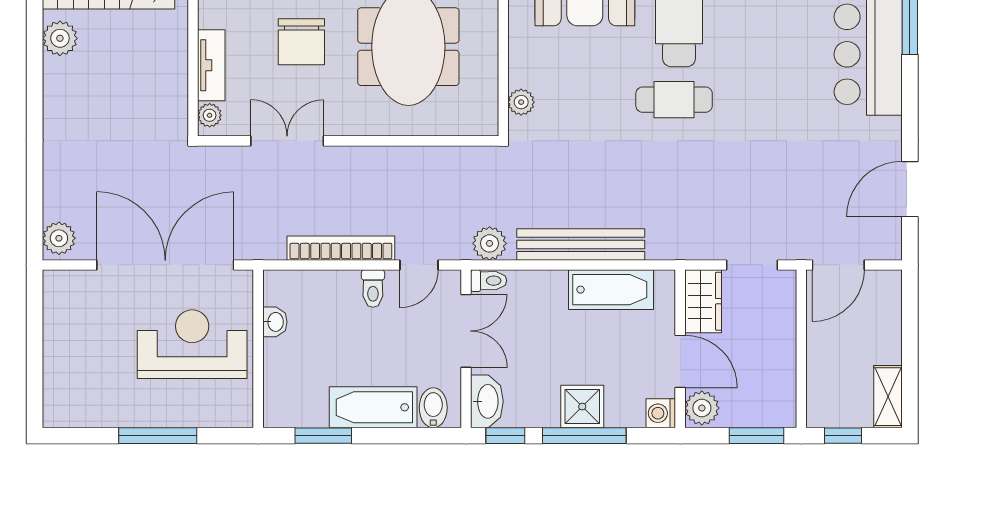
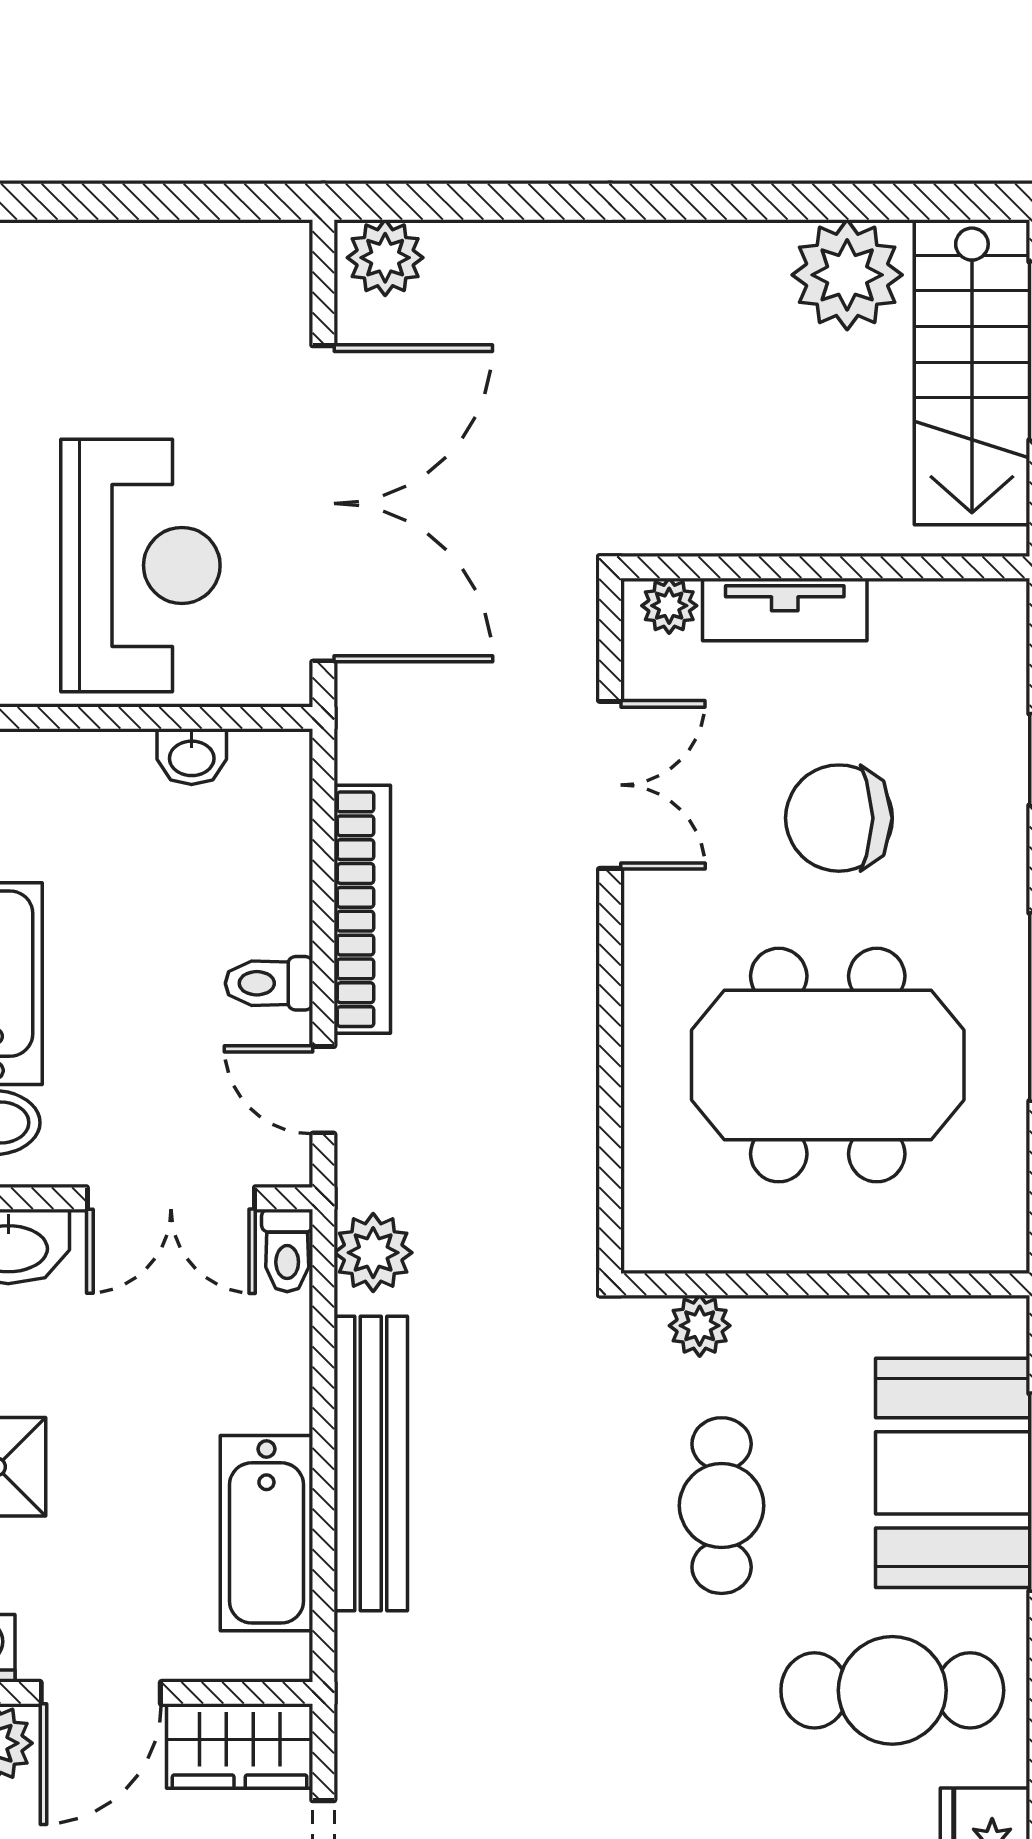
plant: (60, 38) -> (847, 275), width x1.36, depth x1.36
cafe table: (674, 100) -> (722, 1506), moved

